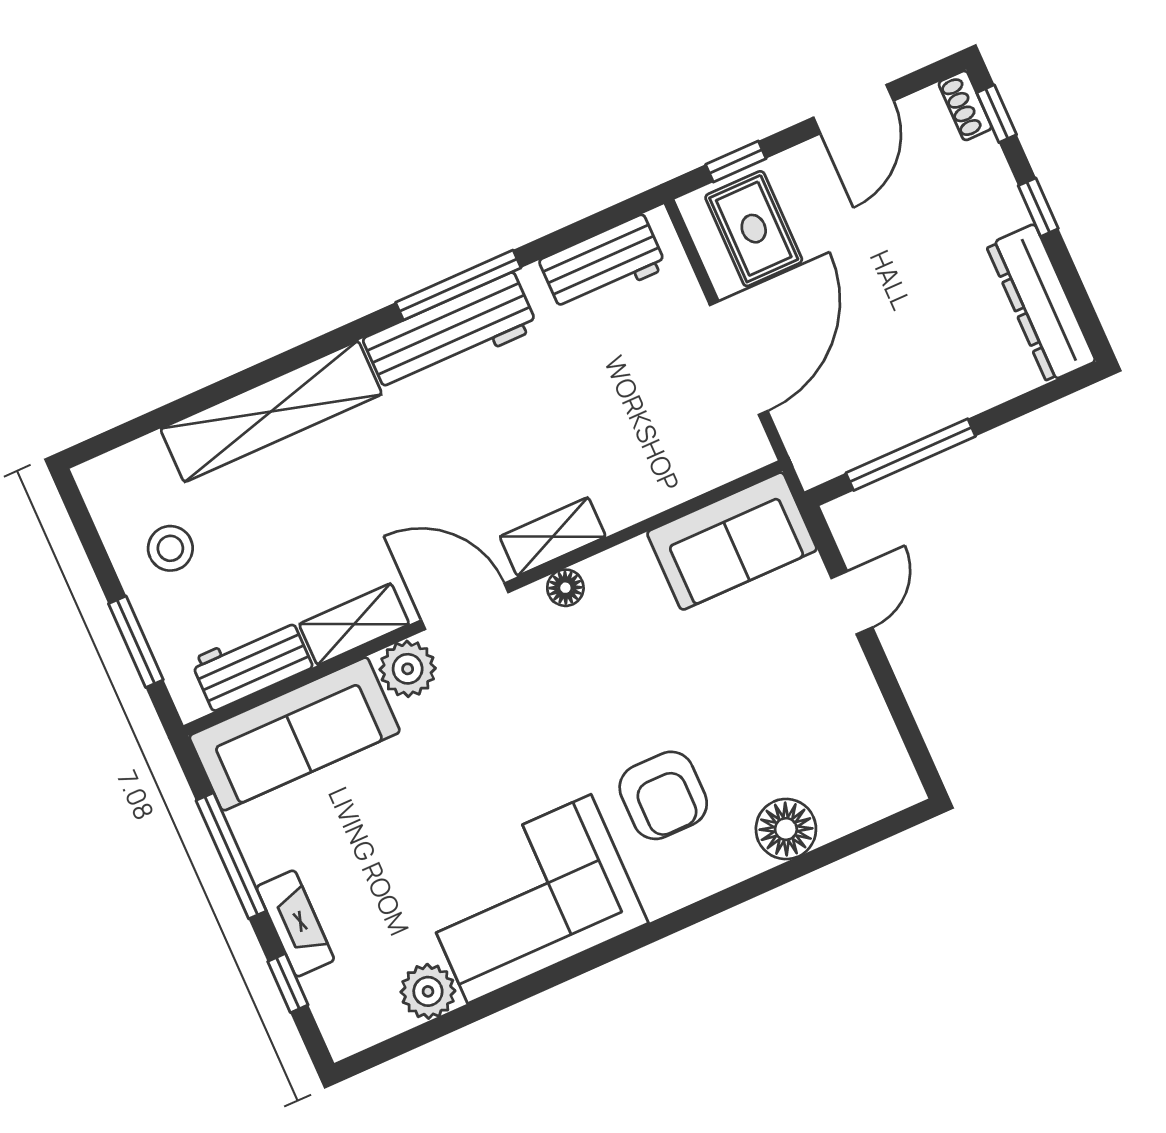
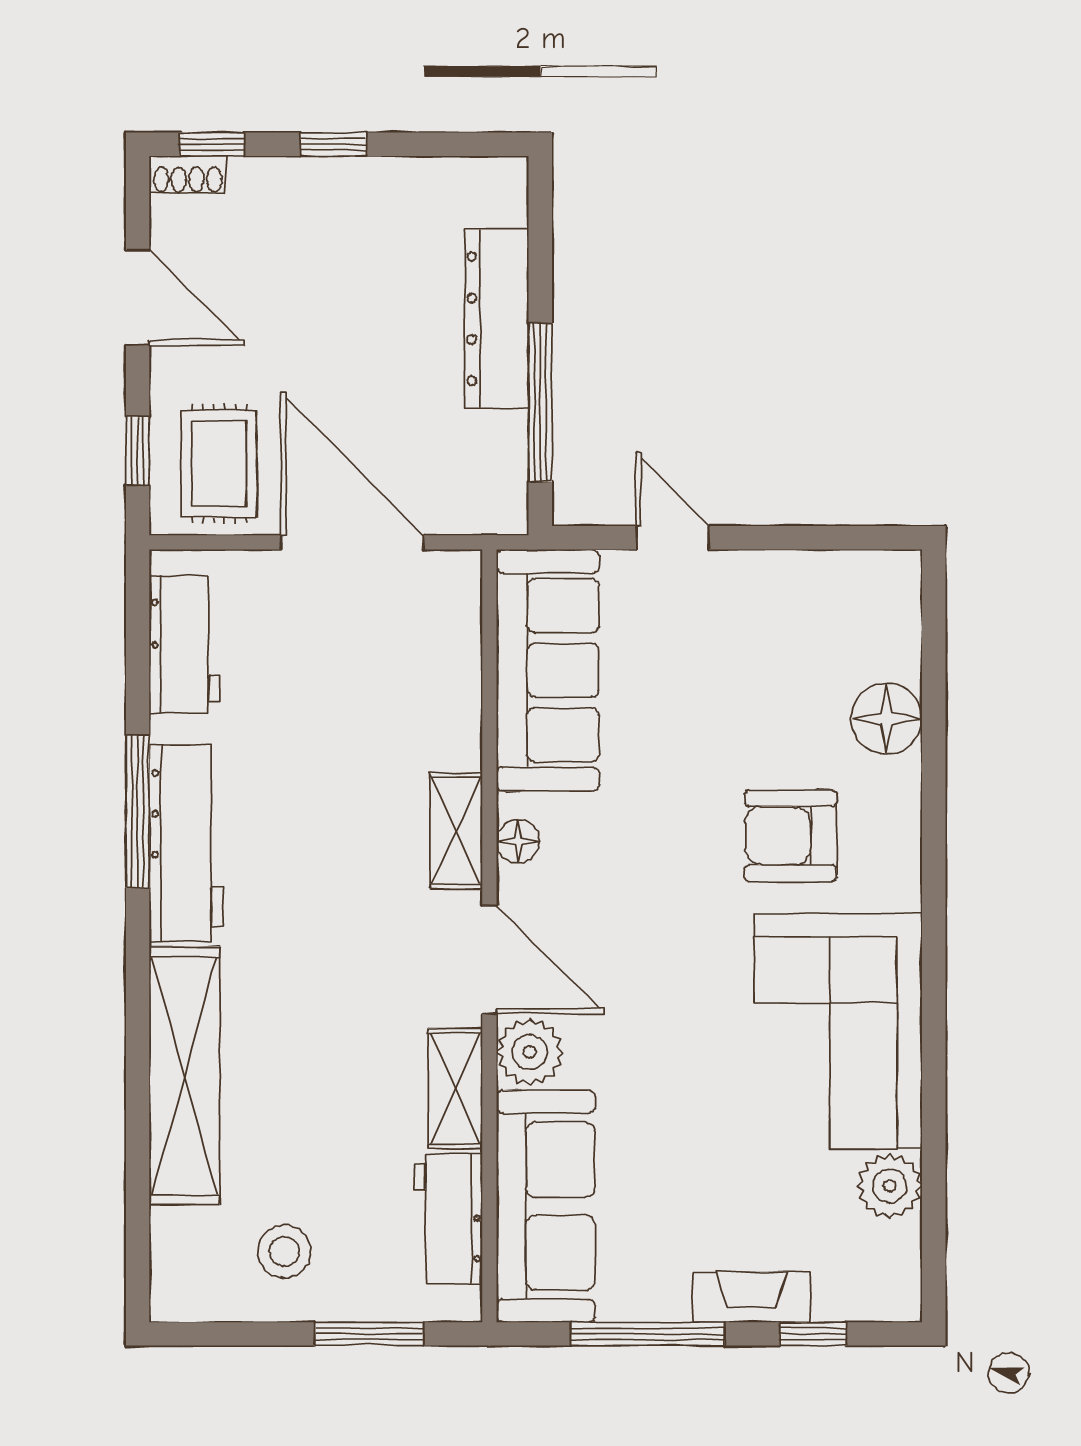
rug: (754, 229) -> (219, 464), turned 90
dresser: (1041, 303) -> (497, 319), moved, turned 90
sofa: (732, 541) -> (548, 670), width x1.36
door: (465, 606) -> (489, 960), swing flipped
armchair: (663, 795) -> (791, 836), turned 180

